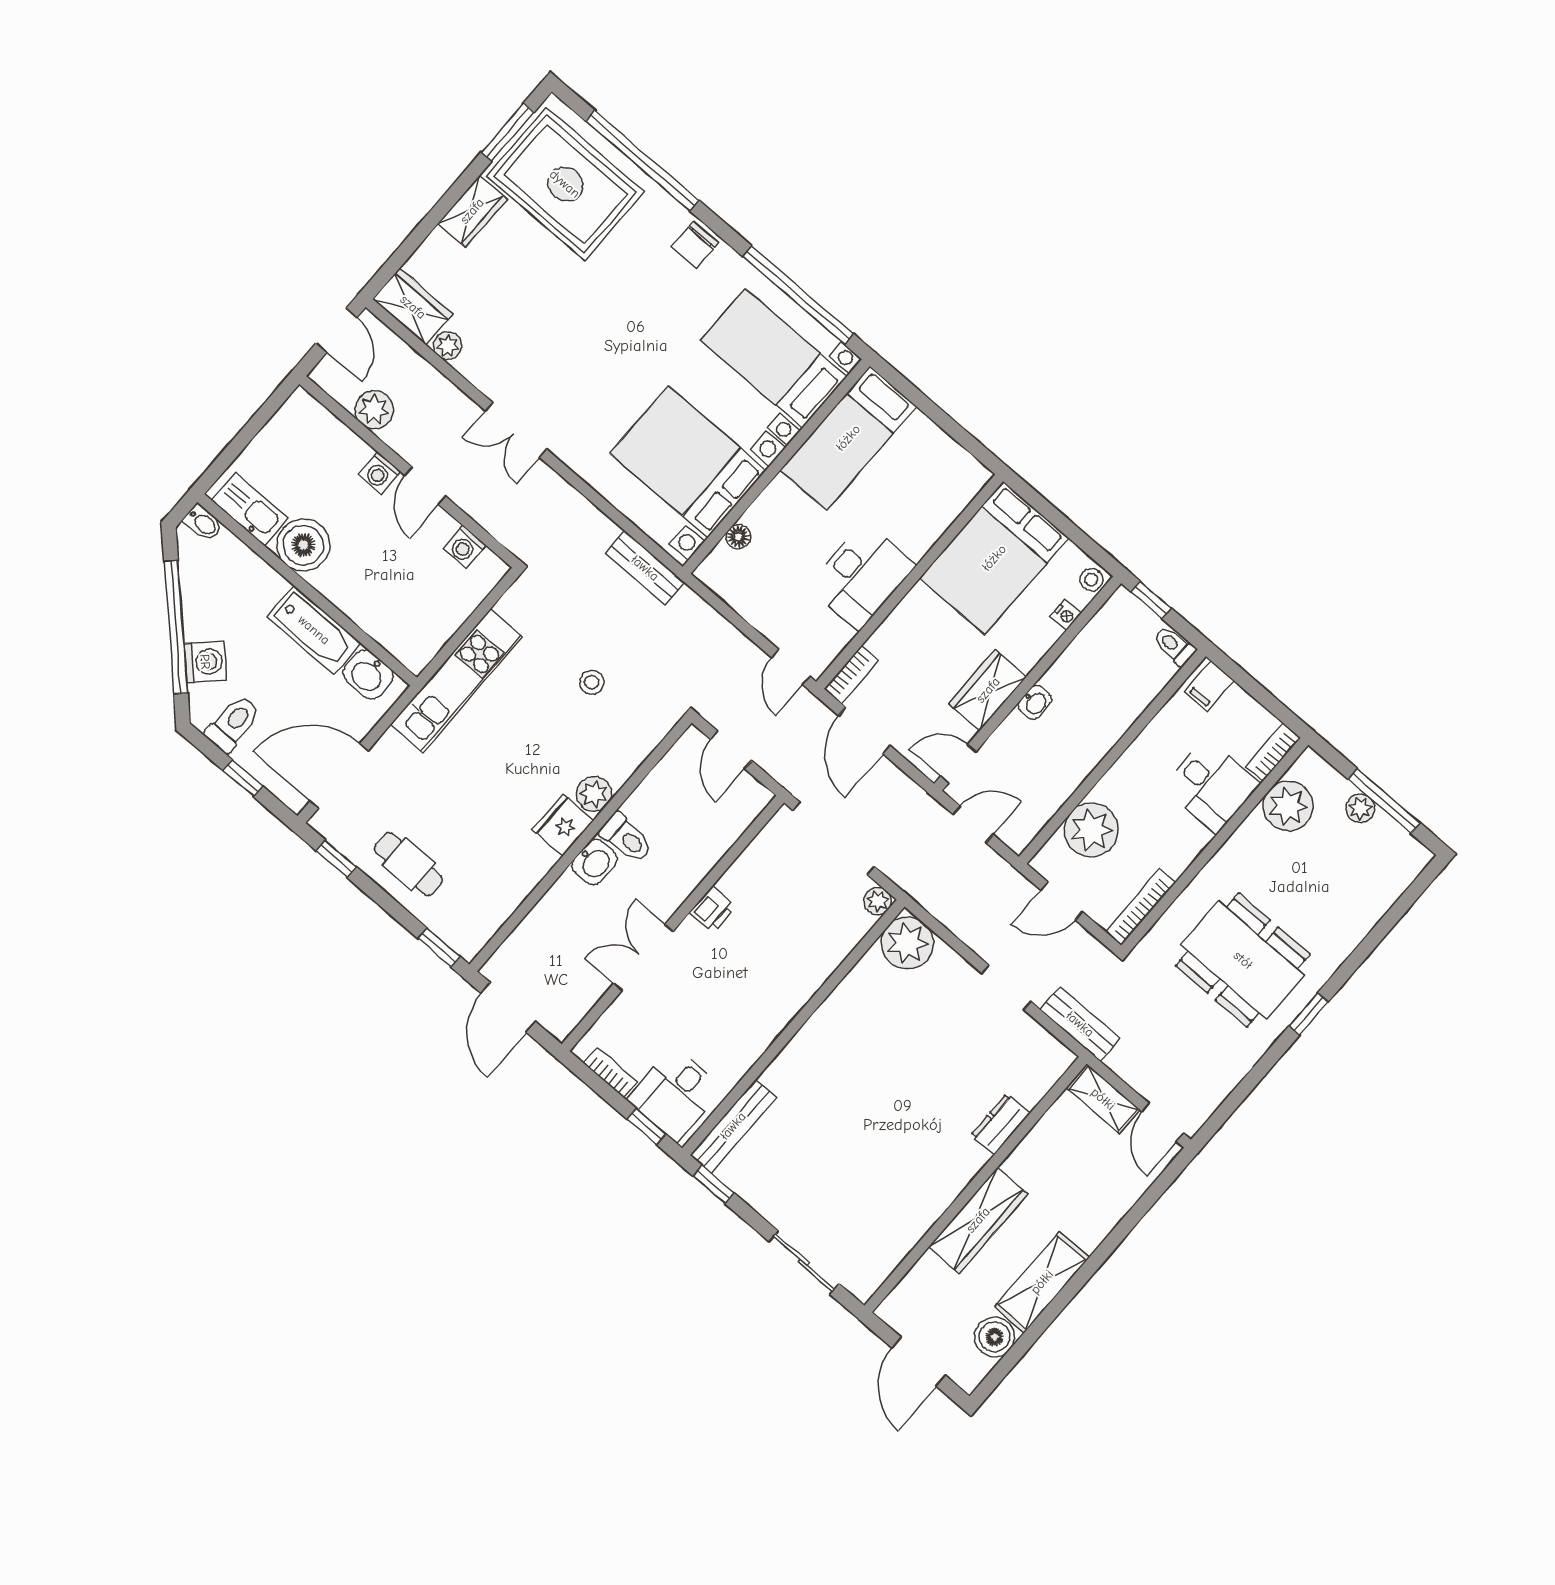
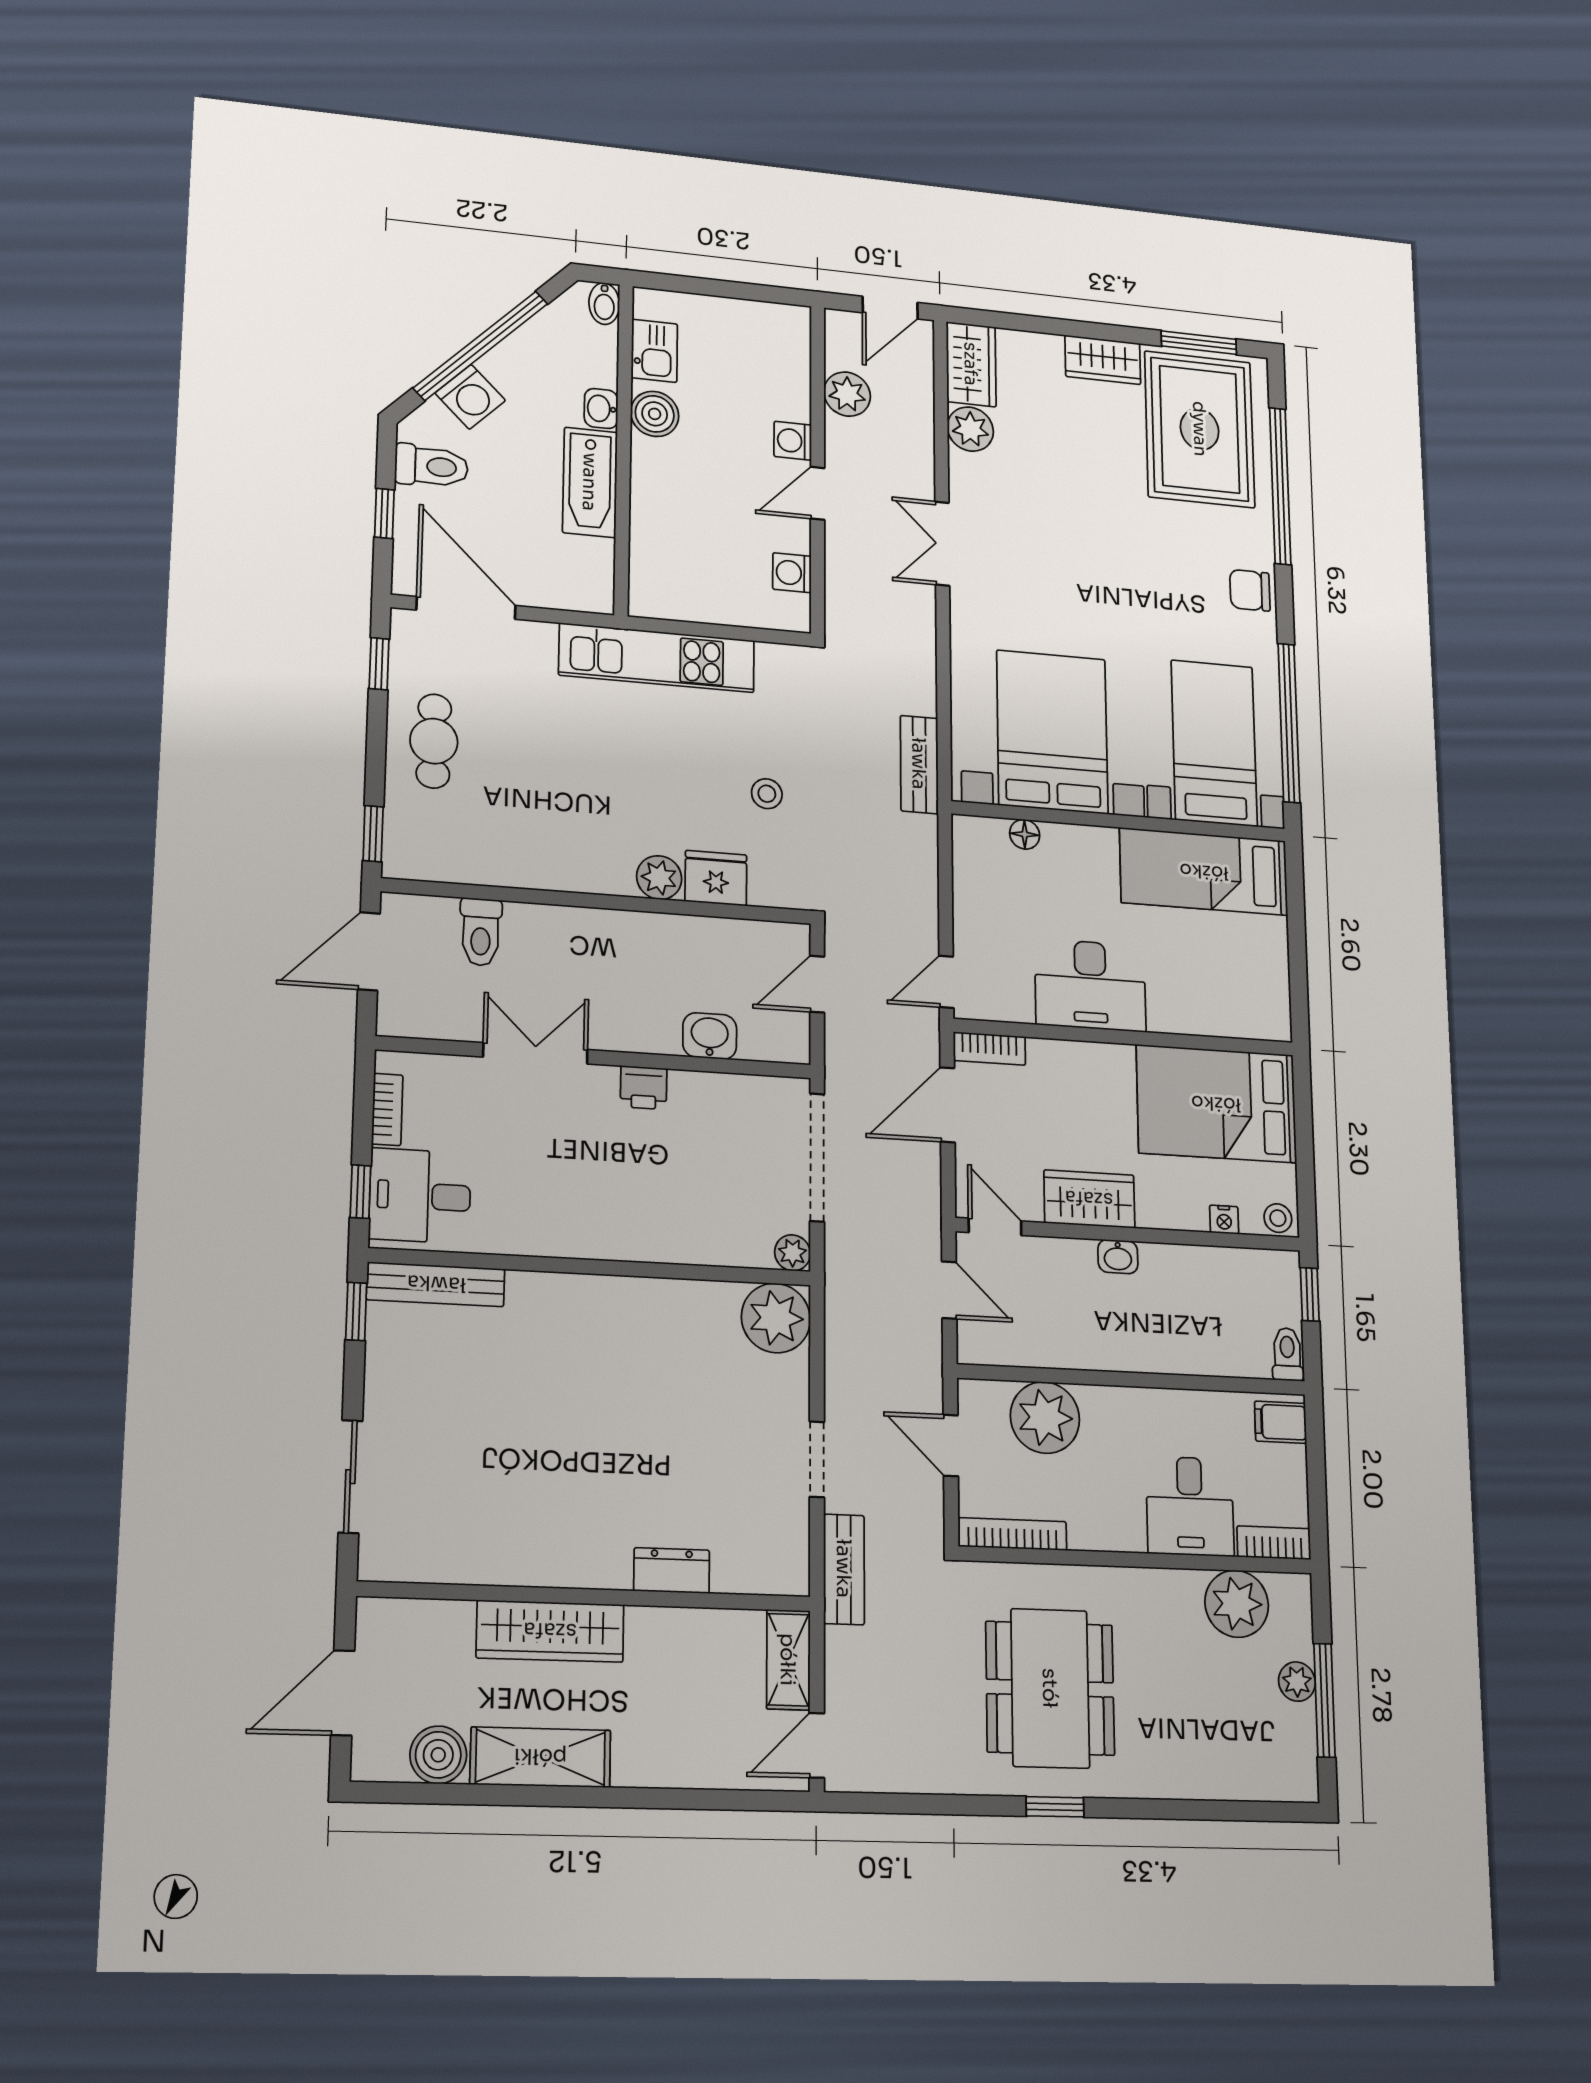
plant: (448, 346) -> (970, 429), width x1.38, depth x1.38
kitchen sink: (250, 509) -> (654, 351), width x0.73
boiler: (303, 545) -> (655, 414), width x0.73, depth x0.73
washbasin: (368, 674) -> (601, 409), moved, width x0.72, depth x0.69
fridge: (563, 825) -> (716, 878), moved
toilet: (626, 838) -> (481, 932), moved
washbasin: (594, 862) -> (710, 1036), moved, turned 180

